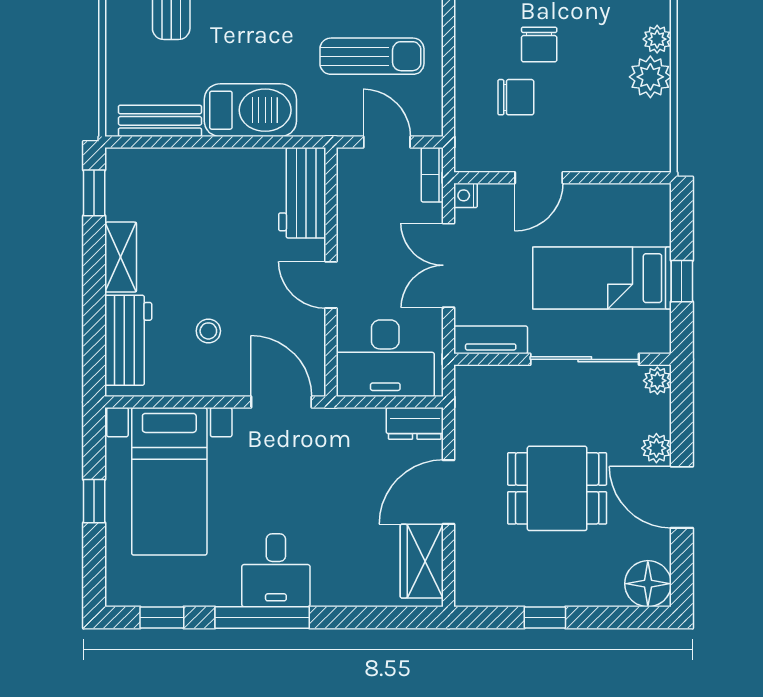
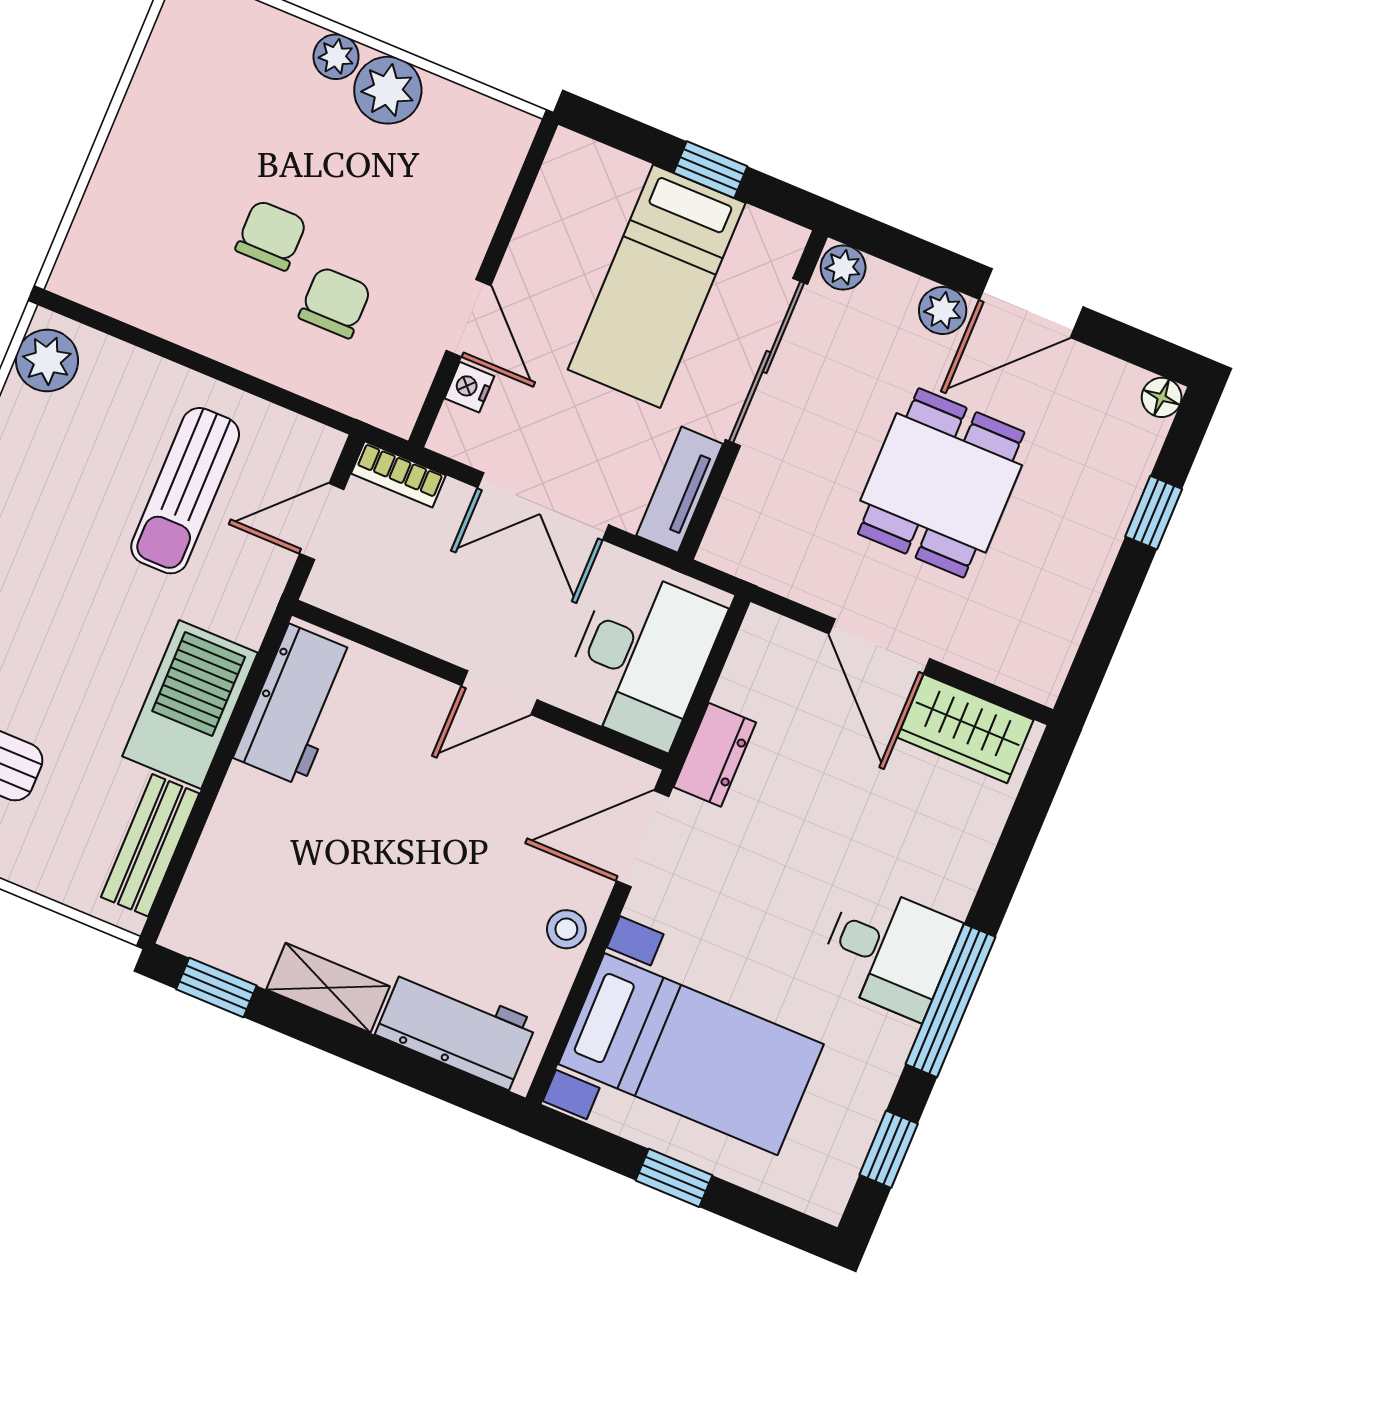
chair: (539, 45) -> (271, 235), turned -90
sun lounger: (372, 56) -> (185, 491), turned 180
workbench: (302, 193) -> (296, 705), moved, turned -90
nightstand: (466, 195) -> (469, 387), moved, turned 90
stool: (208, 331) -> (566, 929), moved
dresser: (415, 423) -> (715, 755), moved
floor lamp: (648, 584) -> (1162, 397), width x0.53, depth x0.53
window: (545, 618) -> (1154, 513), moved

